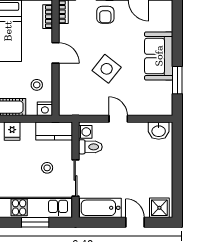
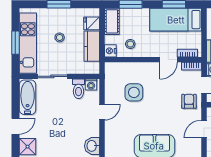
armchair: (105, 15) -> (189, 101), turned 90
door: (55, 53) -> (168, 60), moved
side table: (107, 69) -> (134, 92), moved, turned -38
kitchen counter: (54, 131) -> (92, 46), moved
stool: (47, 168) -> (60, 37), moved

